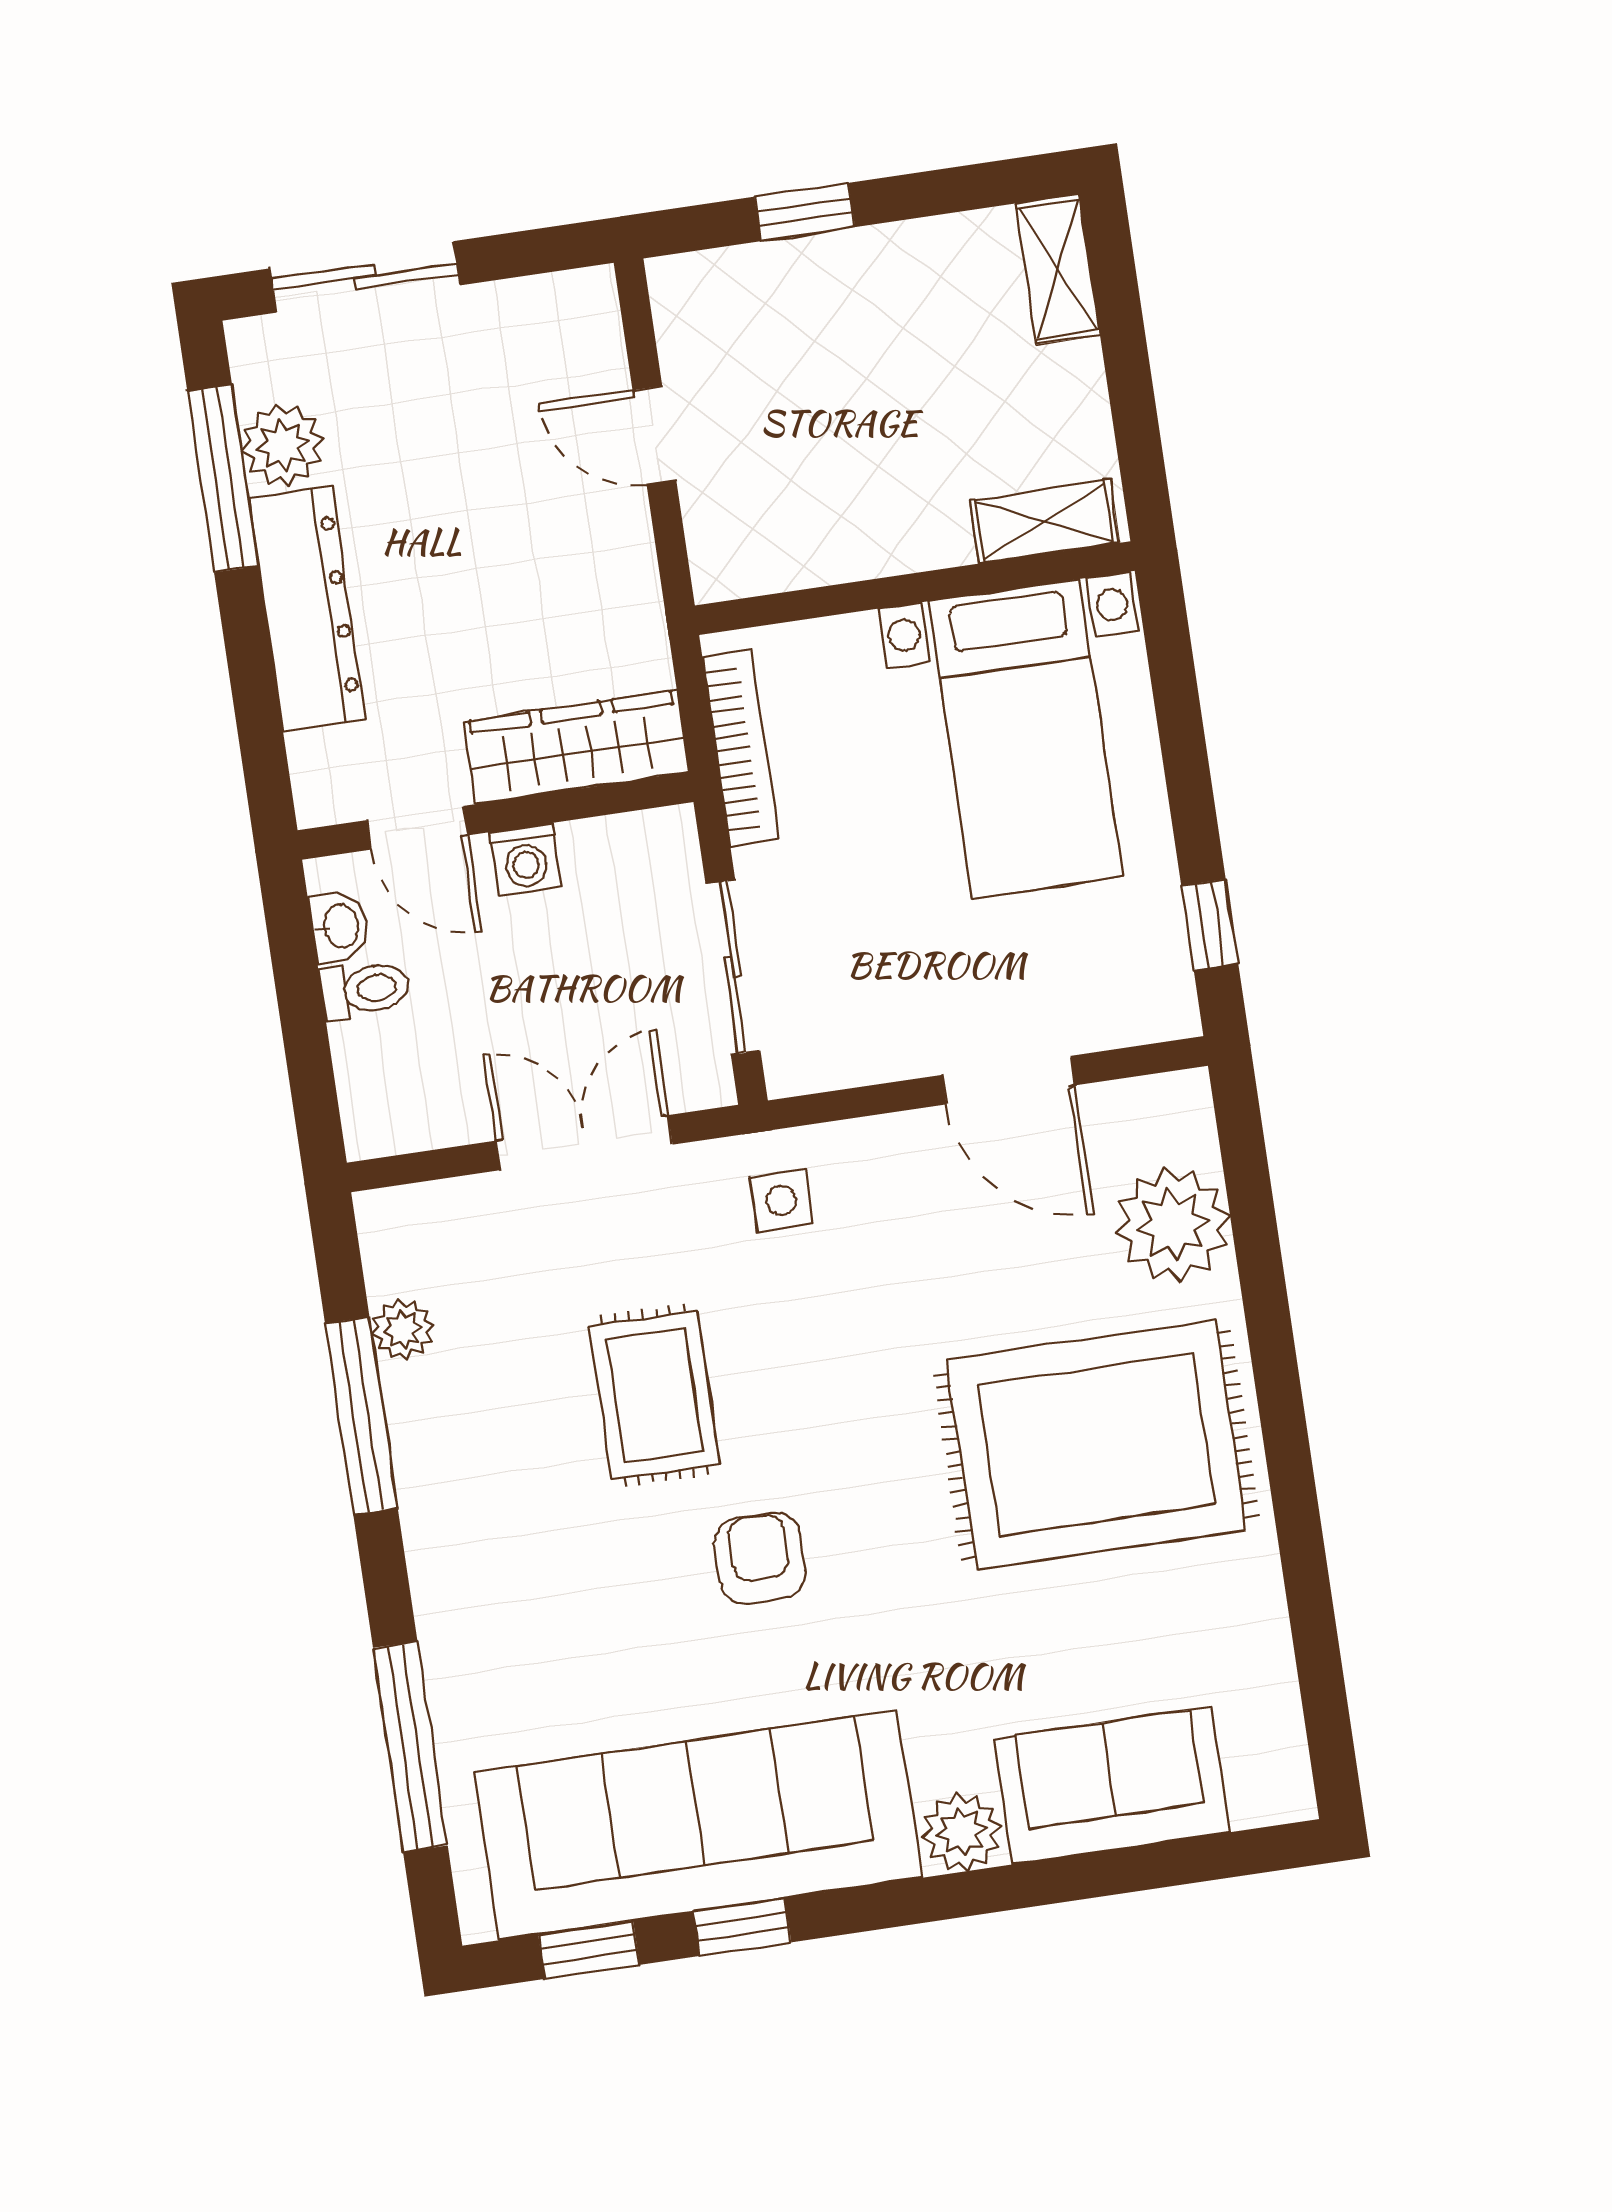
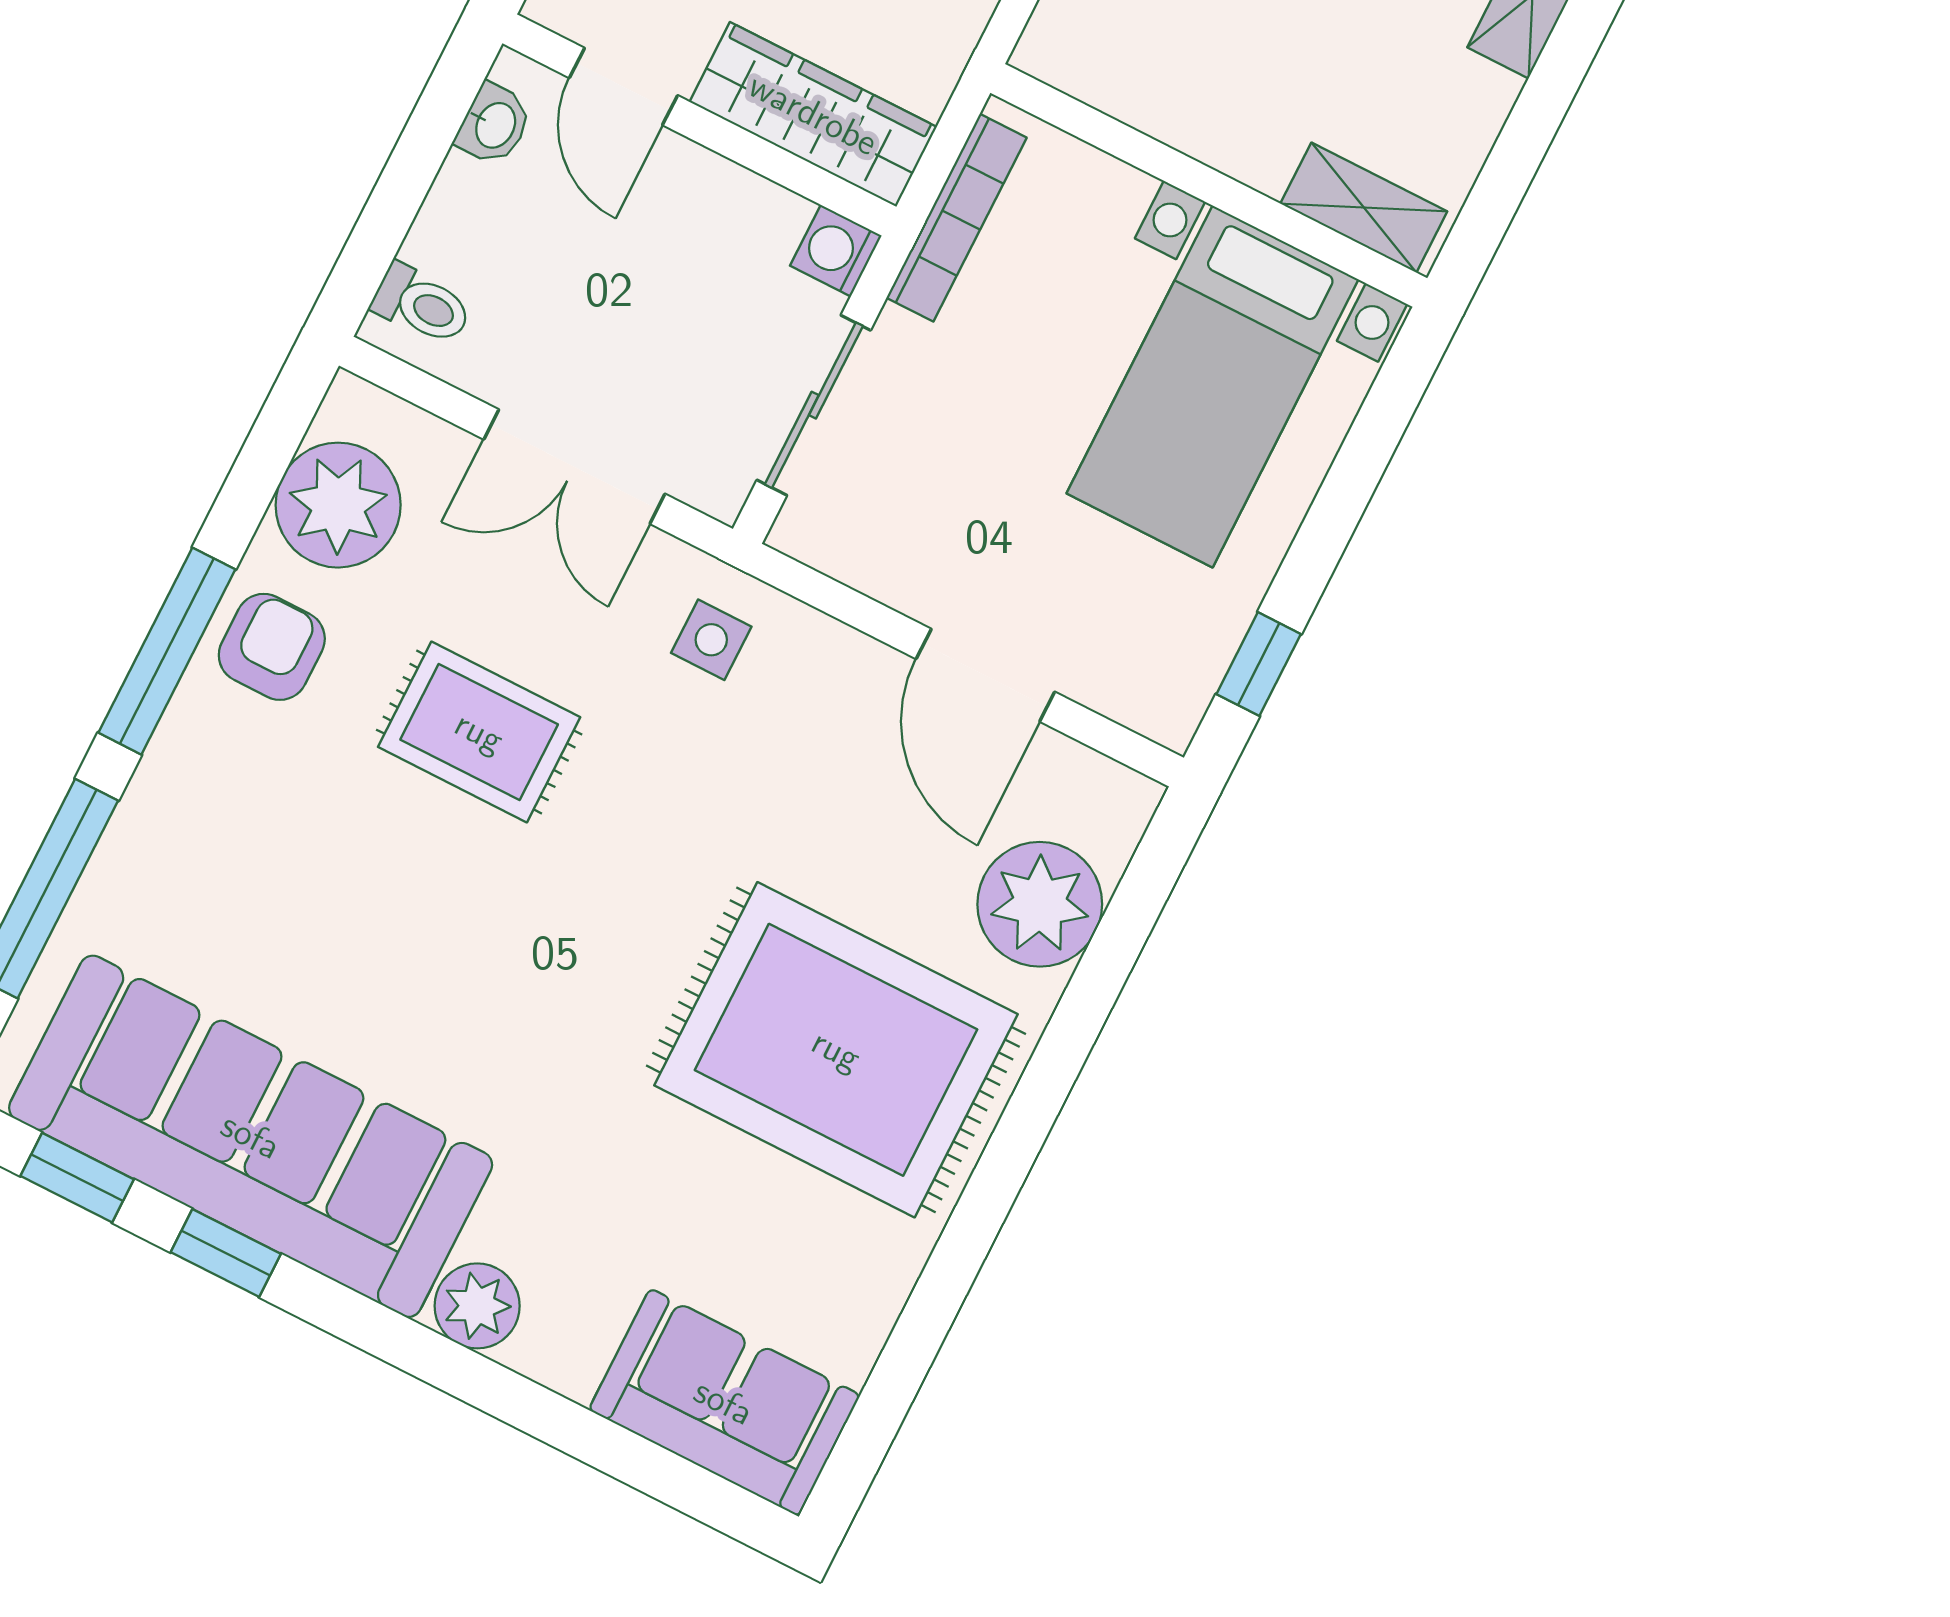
washing machine: (525, 859) -> (836, 251), moved, turned 90
toilet: (365, 990) -> (422, 305), moved
double door: (584, 1143) -> (574, 467), swing flipped
plant: (403, 1330) -> (338, 505), width x1.87, depth x1.87
rug: (655, 1395) -> (479, 732), turned 90
window: (361, 1416) -> (167, 651), moved
armchair: (760, 1558) -> (272, 647), moved
sofa: (1112, 1786) -> (724, 1402), moved

